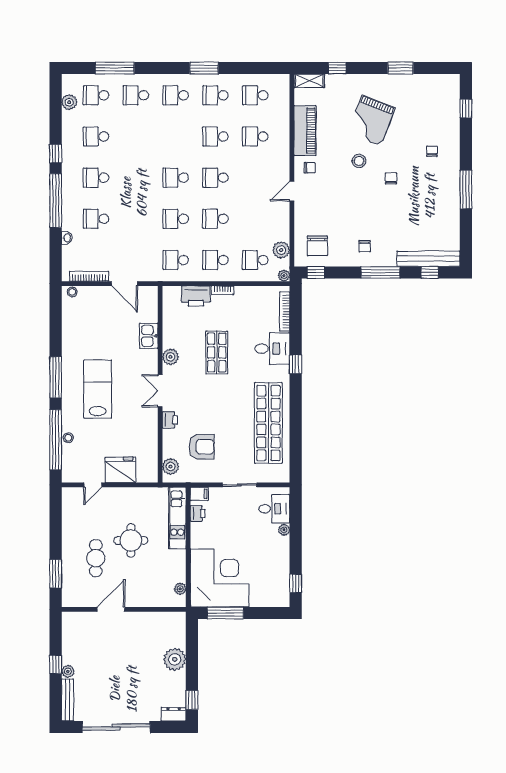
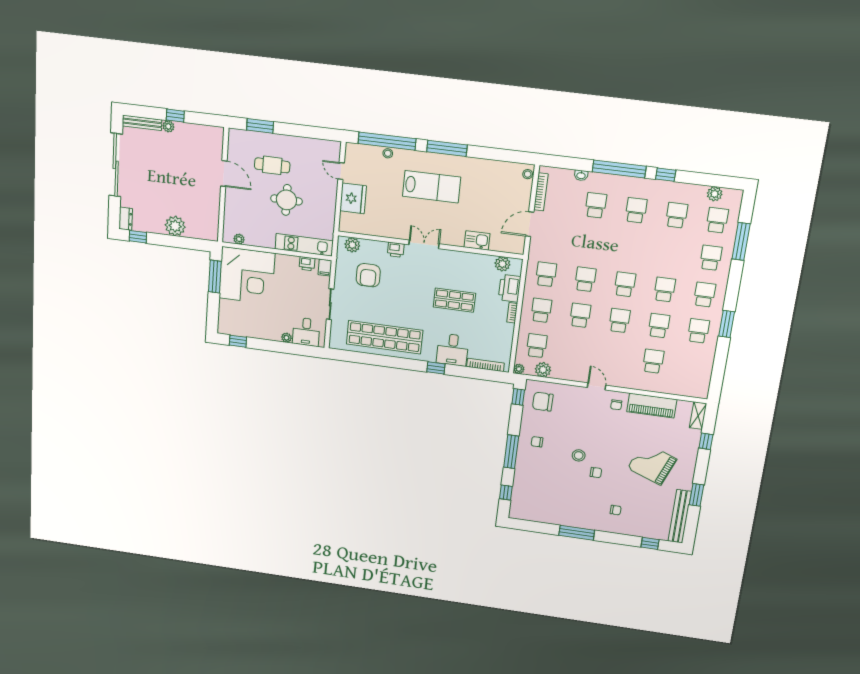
school desk: (255, 95) -> (665, 289), moved
stool: (359, 161) -> (579, 455), moved
bench: (429, 259) -> (680, 516), moved
plant: (170, 357) -> (502, 264), moved

